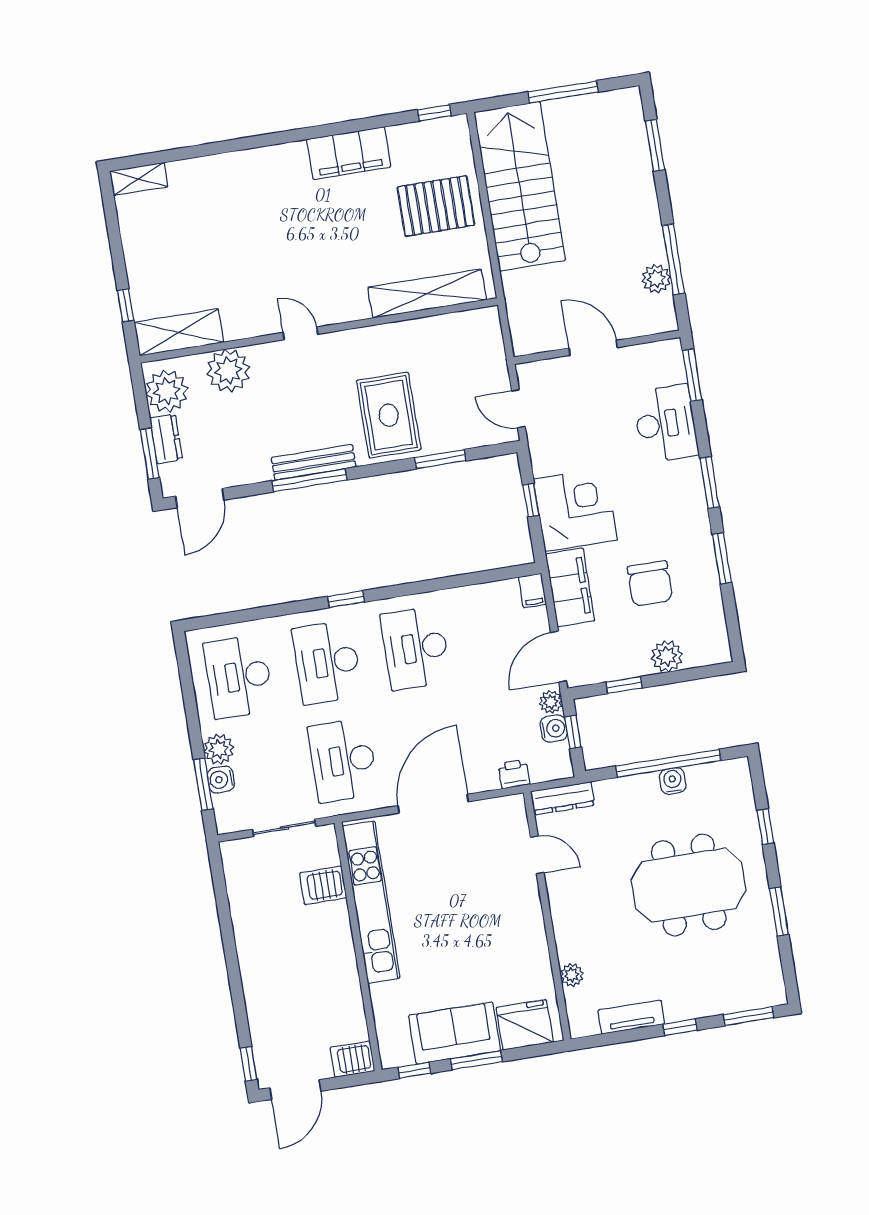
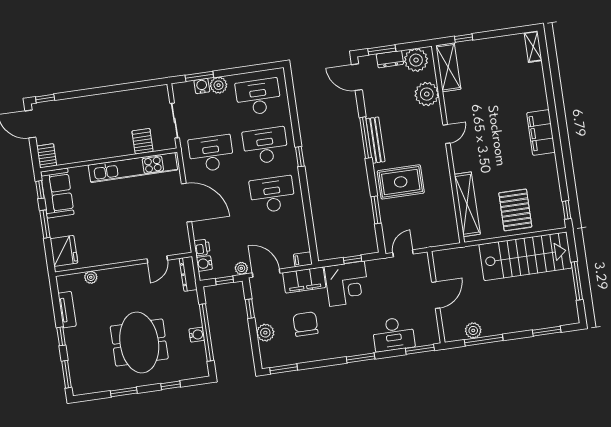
filing cabinet: (349, 153) -> (541, 133), moved
window: (722, 558) -> (284, 369), moved
chair: (650, 584) -> (306, 324), turned 90
water cooler: (554, 729) -> (204, 263), moved, turned 90
sofa: (454, 1033) -> (57, 193), moved

